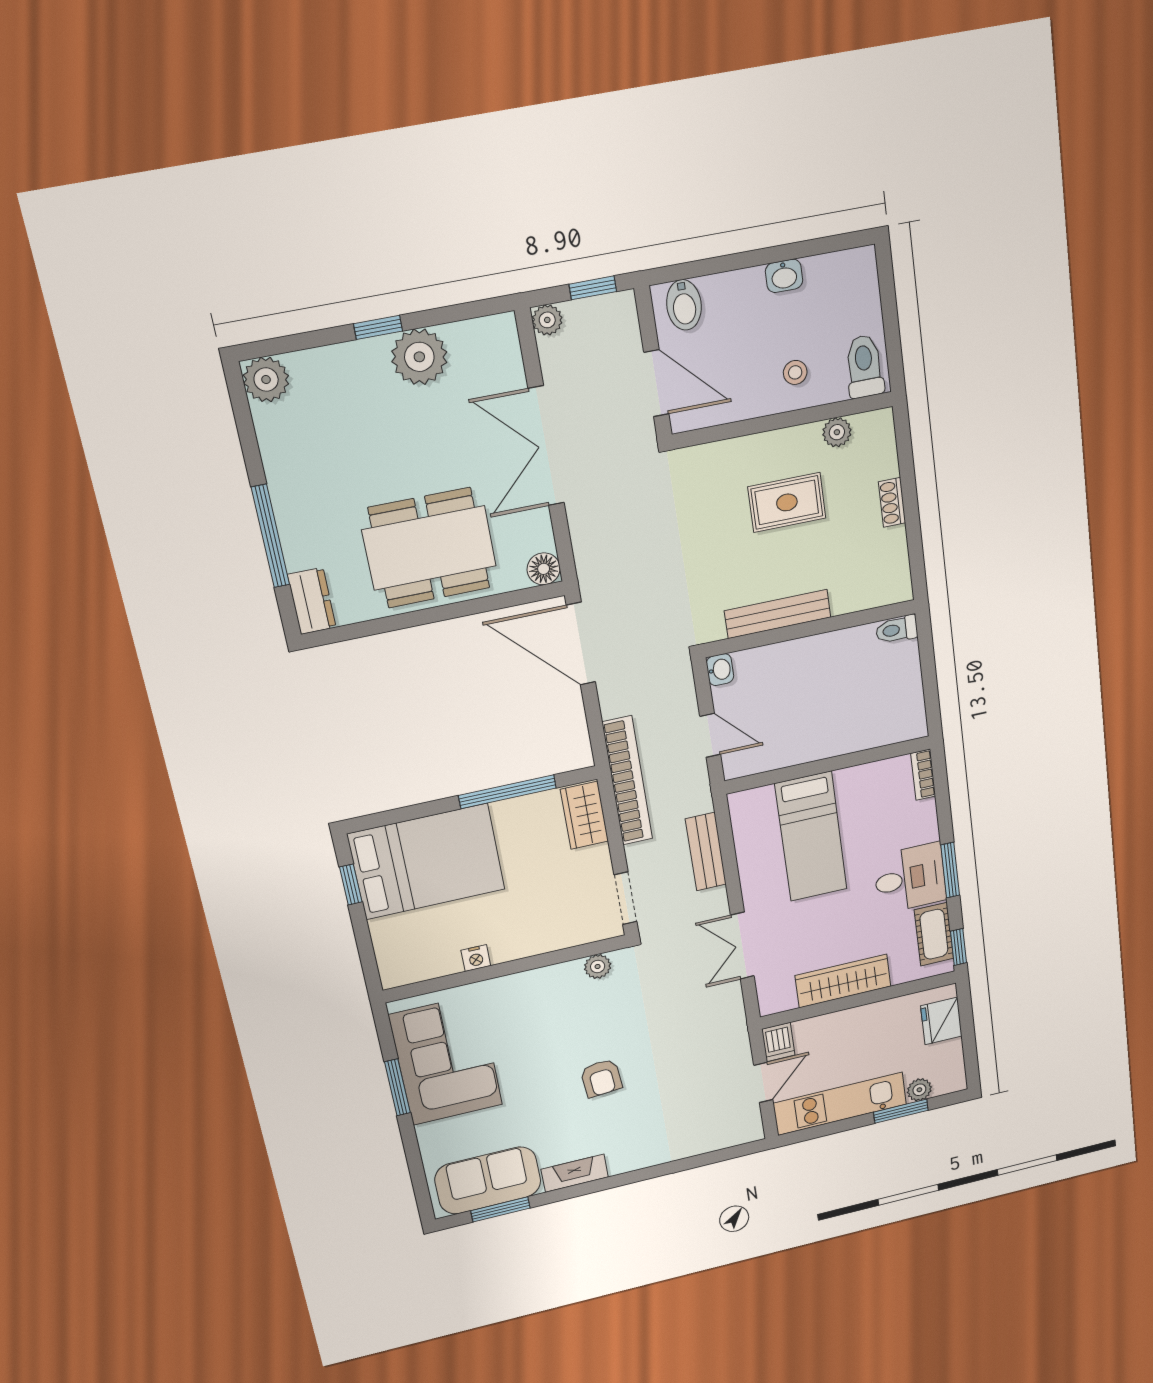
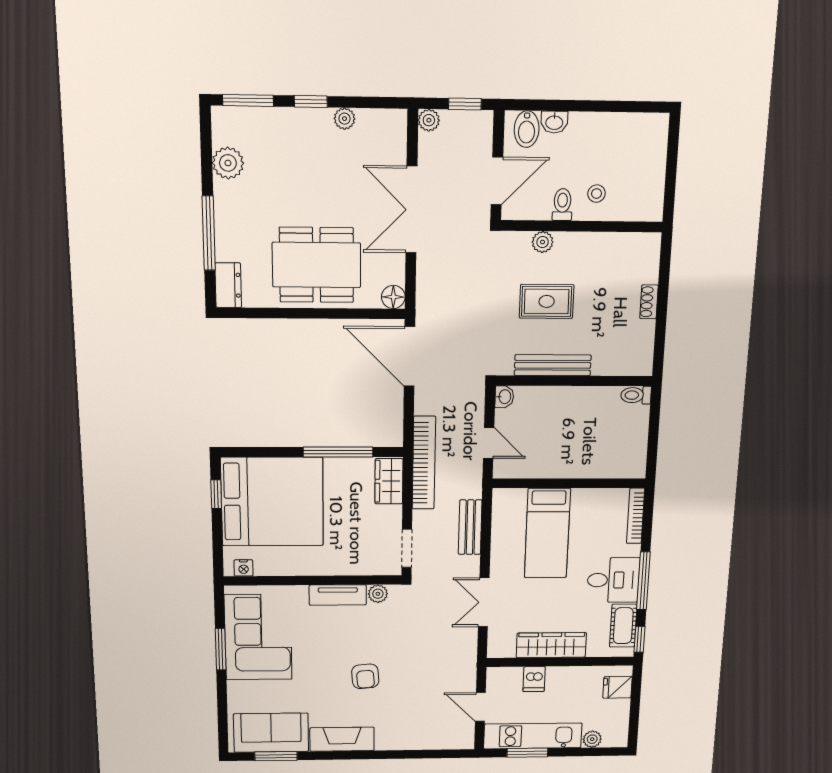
washbasin: (784, 276) -> (554, 122), moved
window: (290, 344) -> (248, 100), added
plant: (419, 357) -> (345, 119), width x0.53, depth x0.53
toilet: (864, 366) -> (562, 205), moved, width x0.73, depth x0.72
plant: (266, 380) -> (228, 163), moved
door: (656, 383) -> (497, 181), hinge flipped
plant: (837, 432) -> (543, 242), moved
rug: (787, 502) -> (547, 301), moved
bookcase: (923, 775) -> (636, 516), width x1.56
bed: (427, 862) -> (272, 502), width x1.36
window: (950, 870) -> (643, 581), width x1.44
nightstand: (476, 958) -> (244, 568), moved
tv unit: (544, 980) -> (338, 595), added
fridge: (941, 1021) -> (618, 687), width x0.72
dishwasher: (778, 1042) -> (534, 679), moved
door: (763, 1082) -> (480, 707), swing flipped
window: (901, 1111) -> (527, 753), moved
fireplace: (575, 1173) -> (342, 739), width x1.37, depth x1.32

